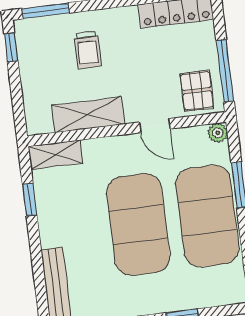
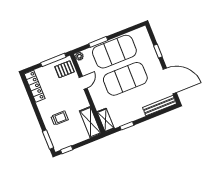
shelving: (88, 115) -> (90, 122), moved

